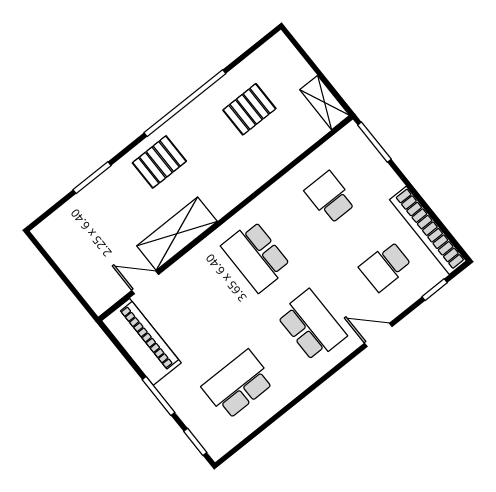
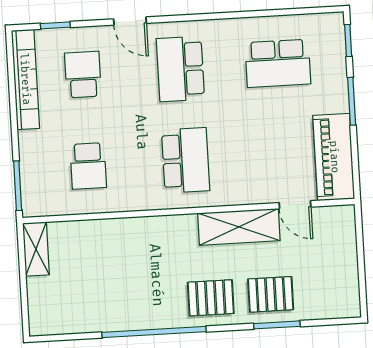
pallet: (249, 109) -> (271, 294), moved
school desk: (385, 266) -> (83, 75), turned -90

